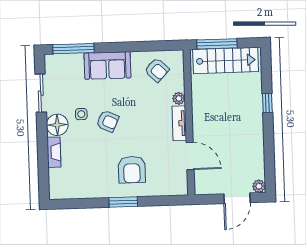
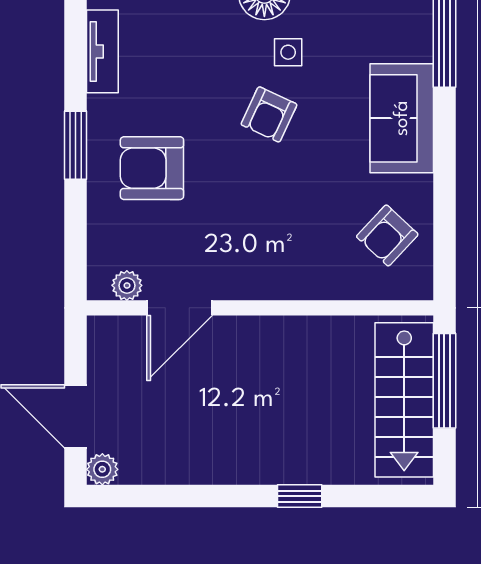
plant: (179, 98) -> (127, 285), moved
tv unit: (179, 123) -> (102, 51), moved, turned 90

